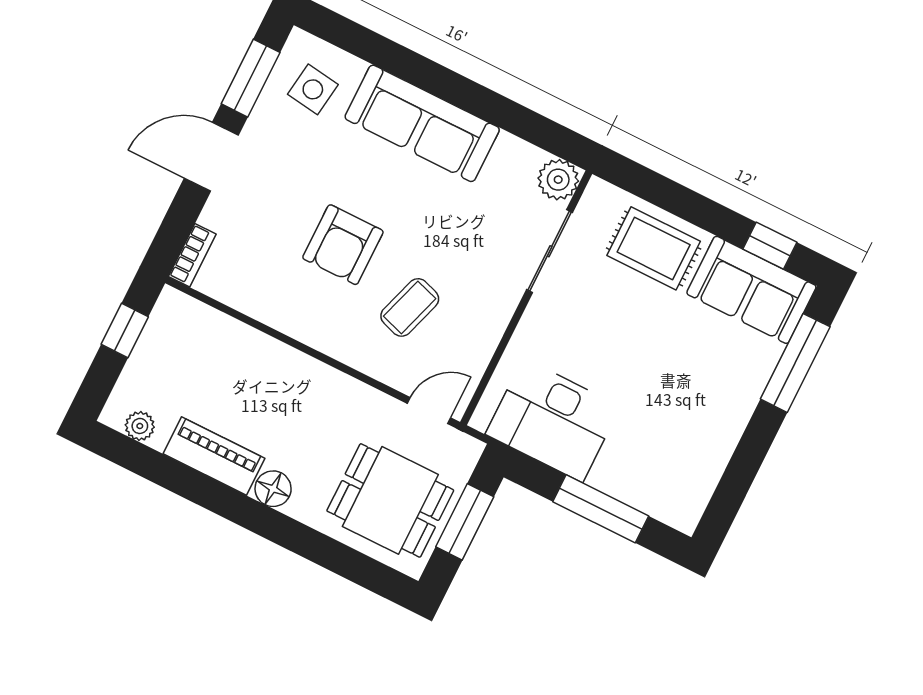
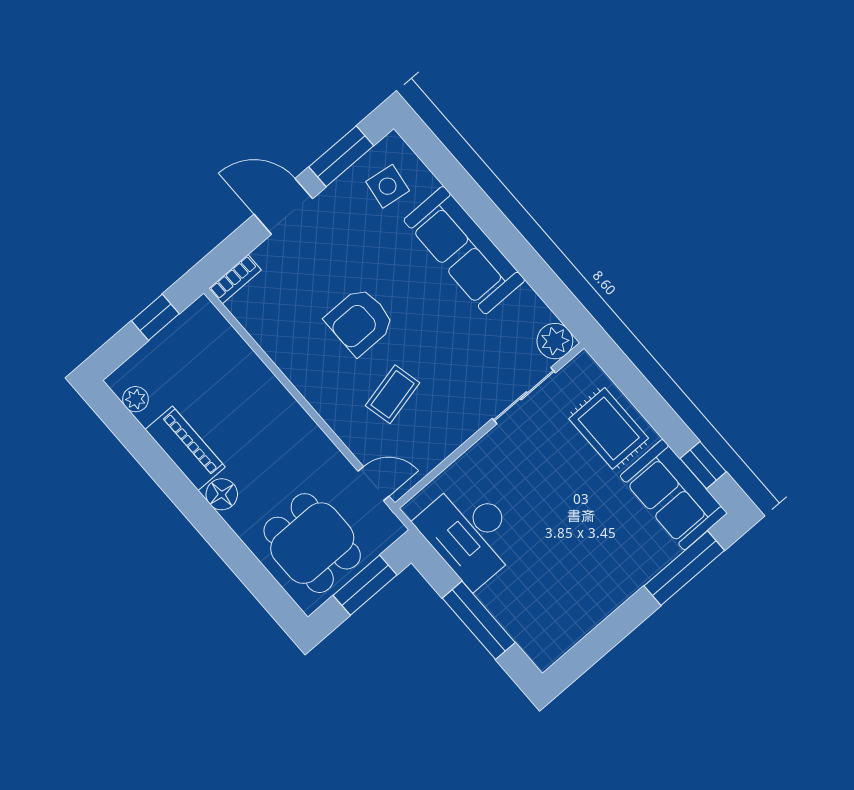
coffee table: (410, 307) -> (393, 394), turned -31

